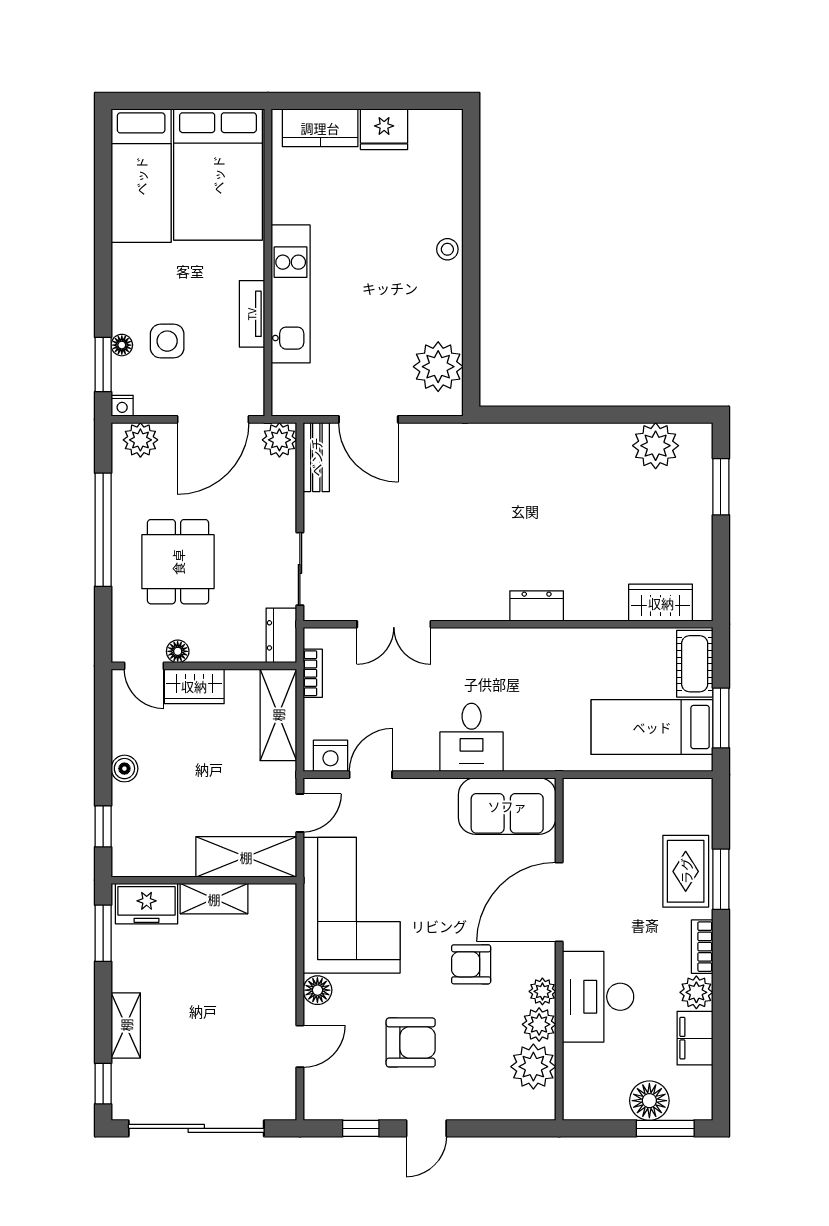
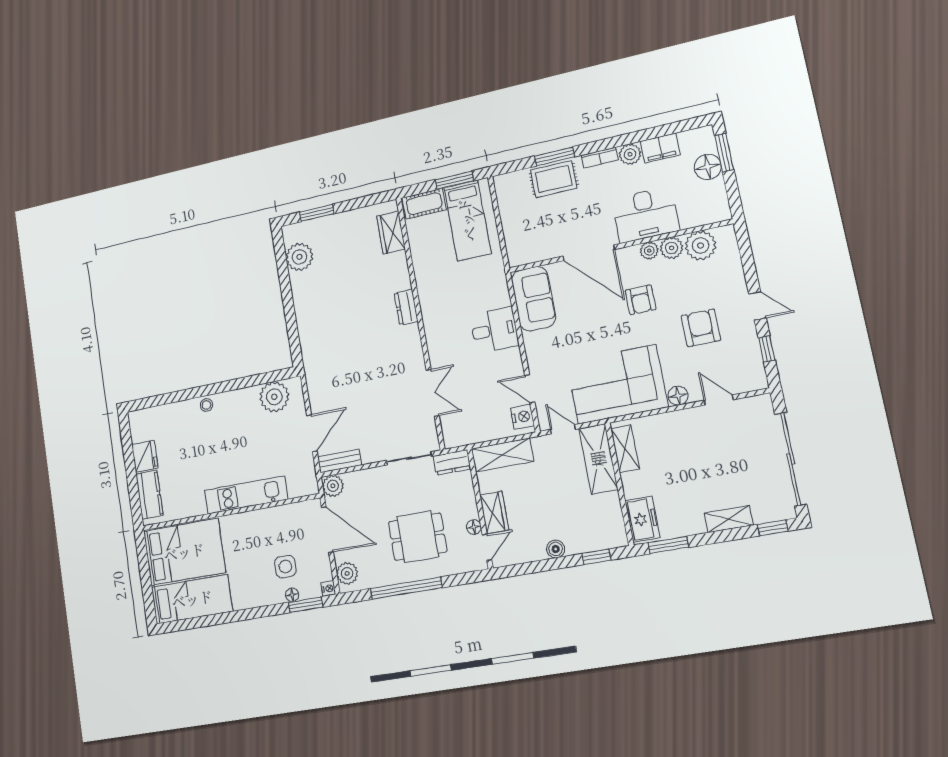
tv unit: (252, 314) -> (261, 517), removed
bookcase: (313, 673) -> (472, 438), removed
shelving: (214, 899) -> (625, 449), moved

